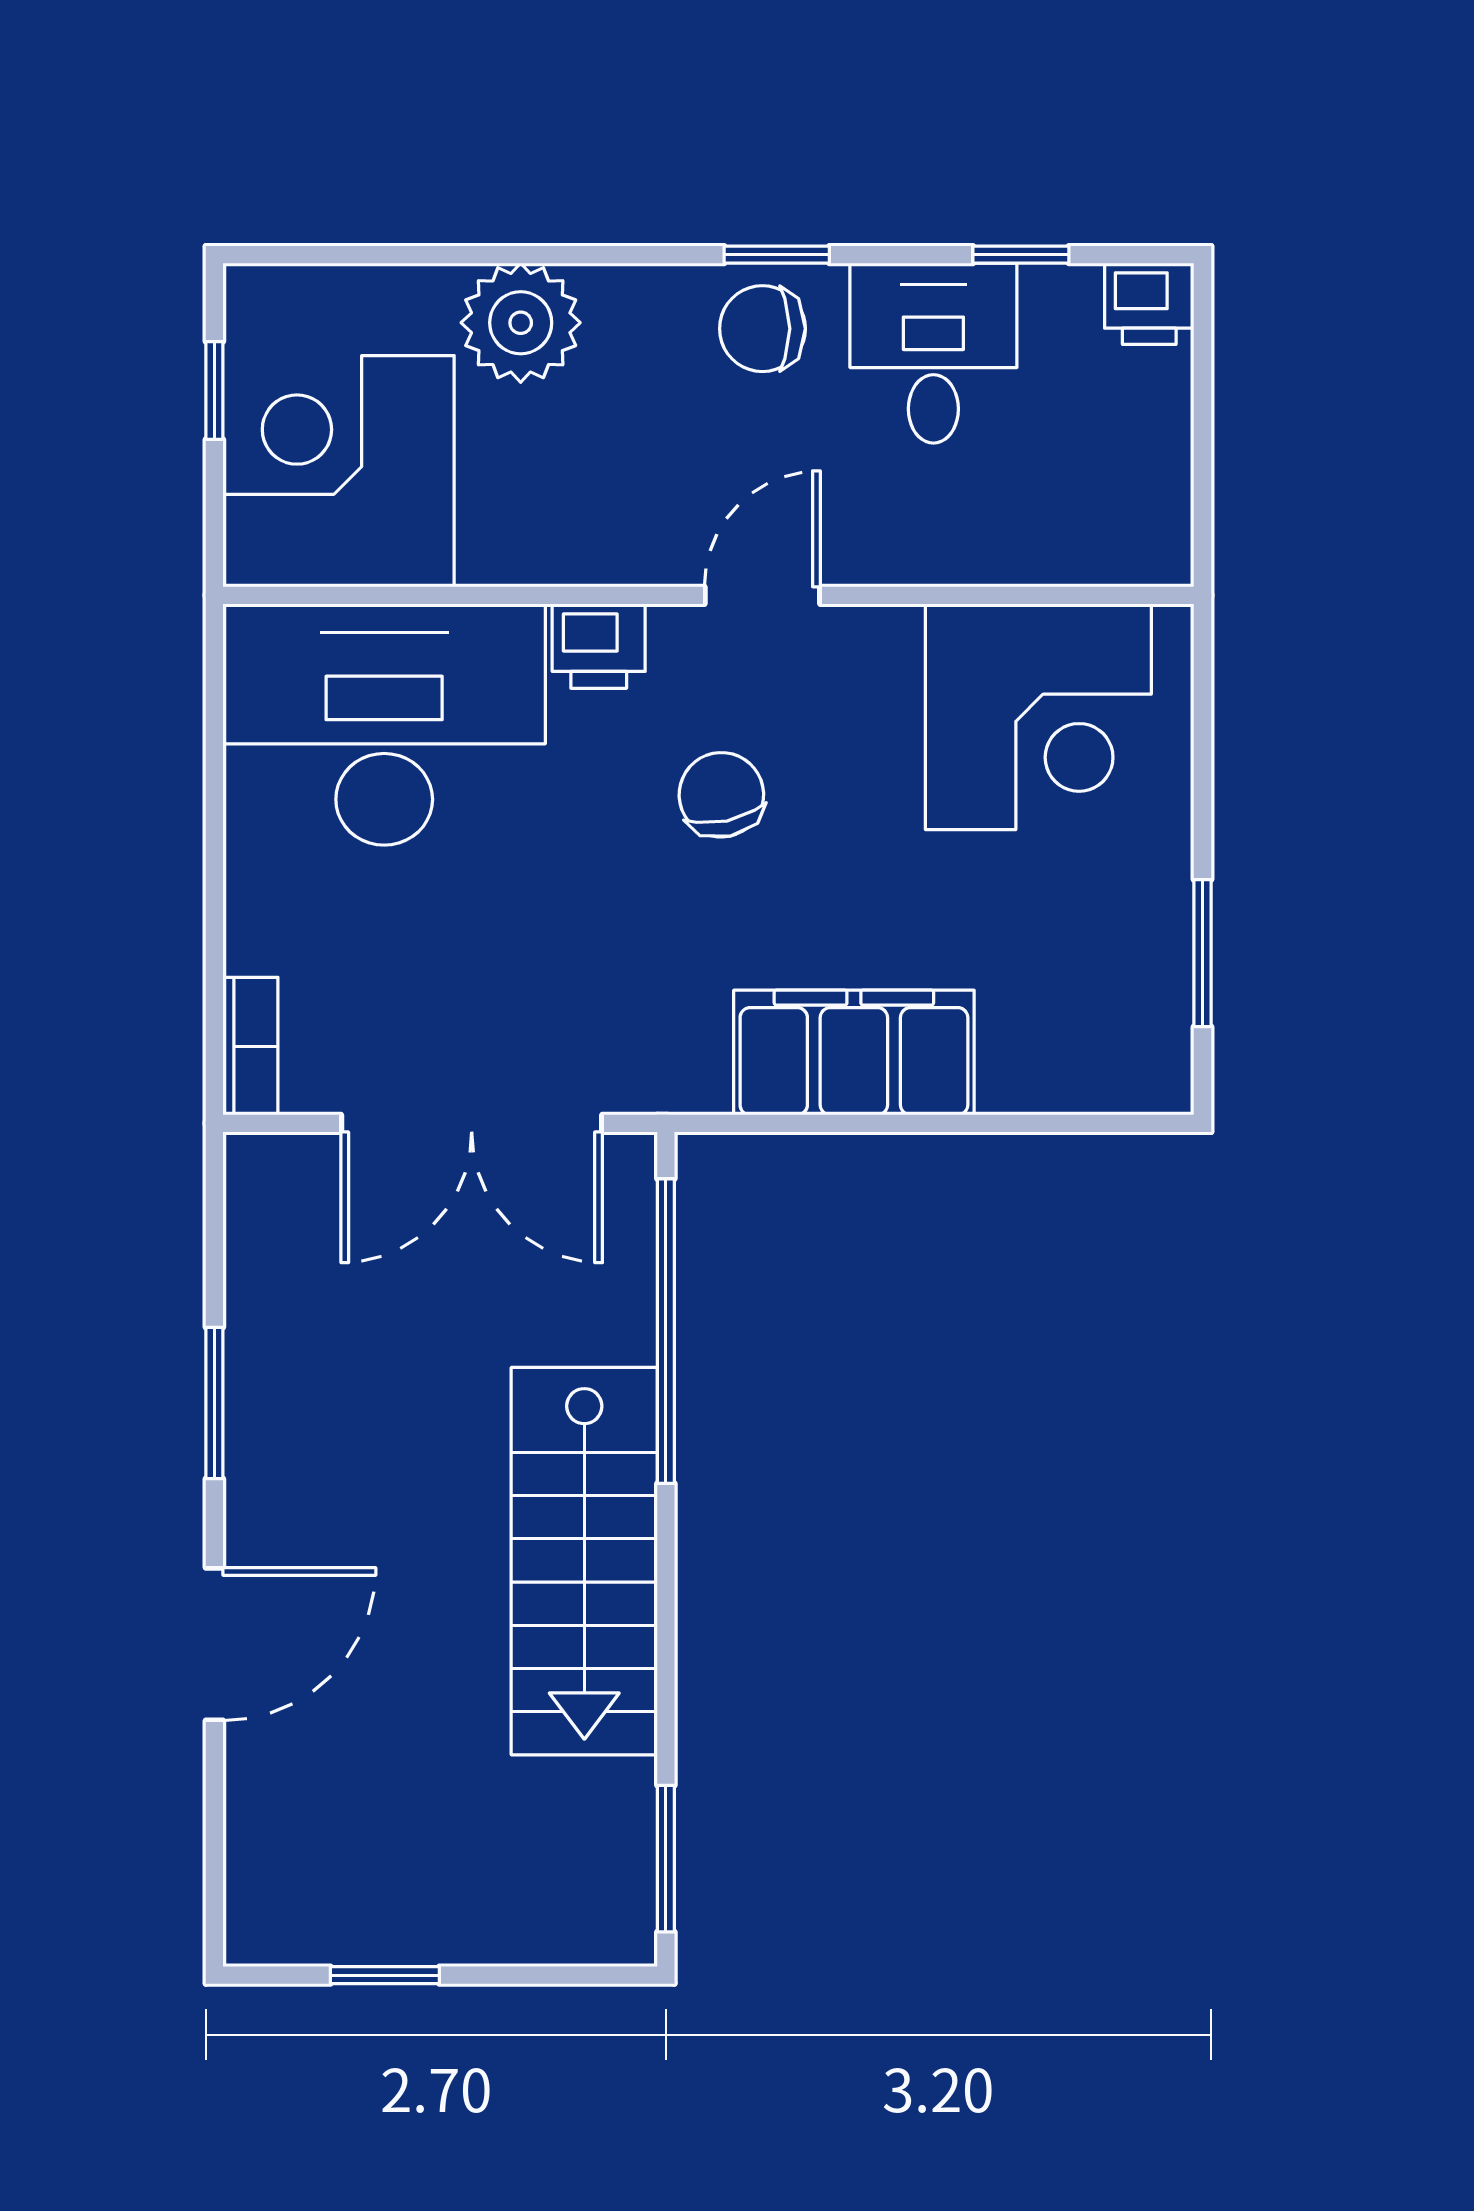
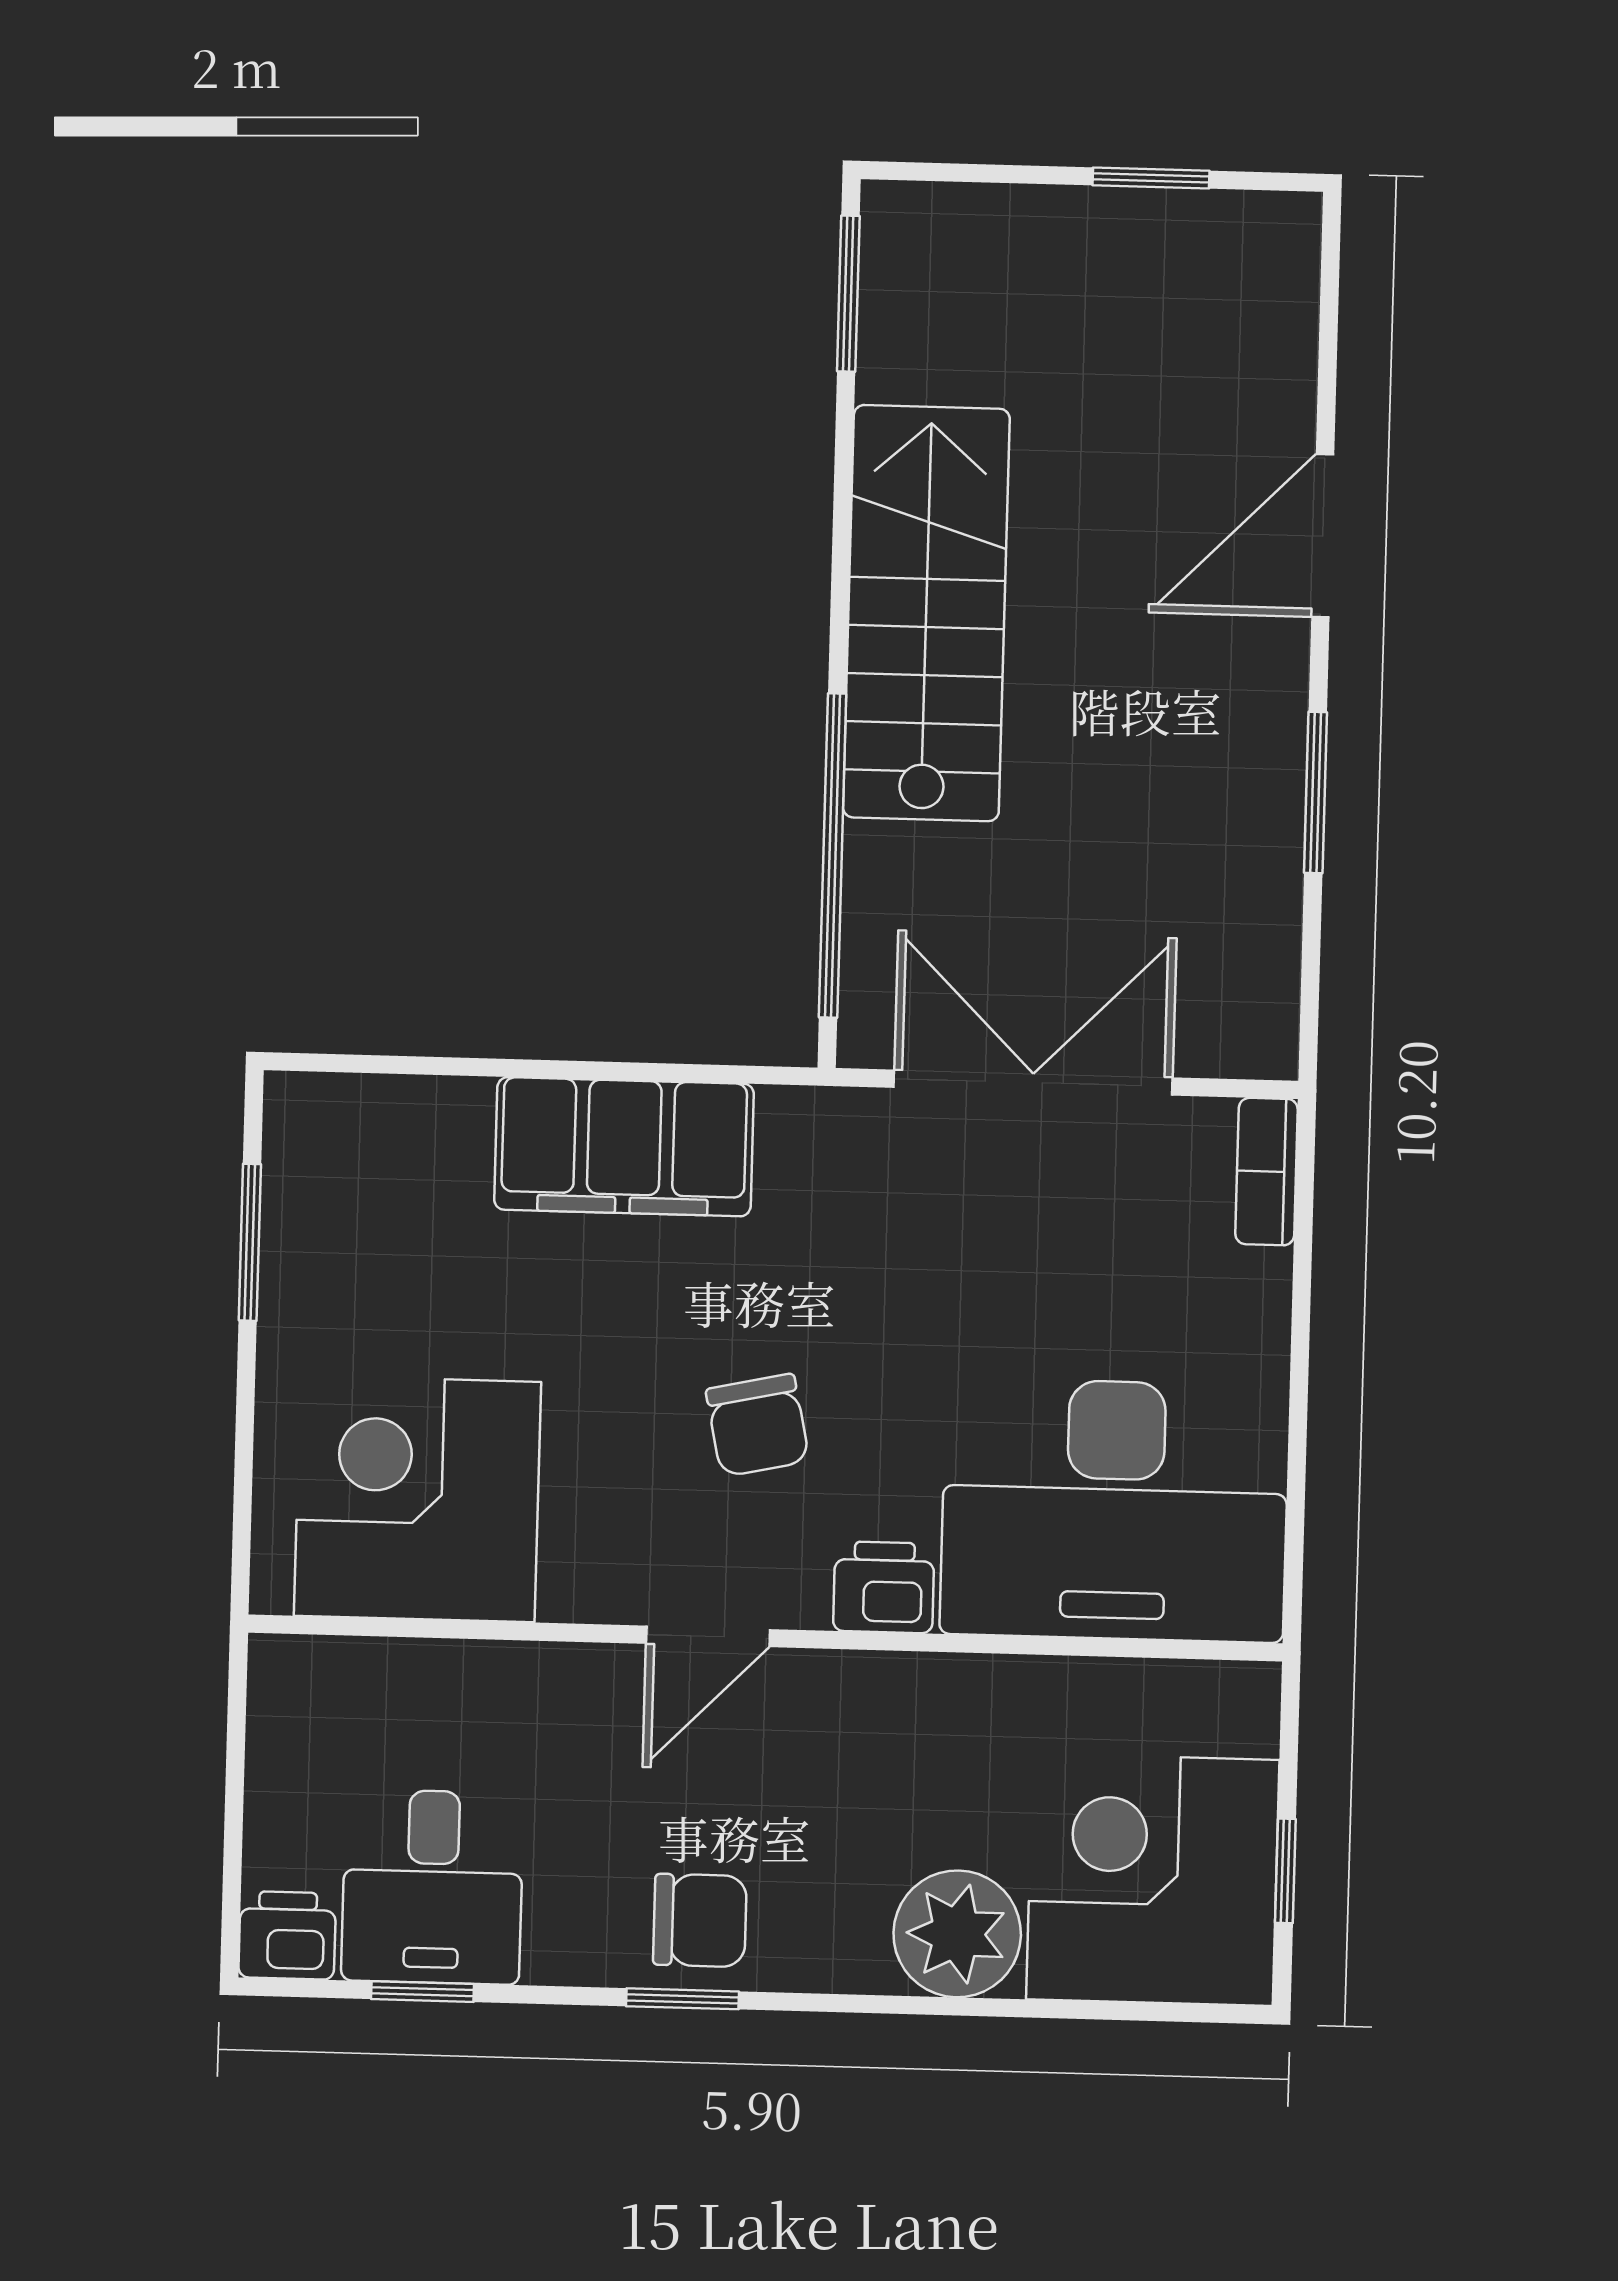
desk: (933, 353) -> (432, 1887), moved
corner desk: (339, 471) -> (1153, 1880), moved, turned 180

